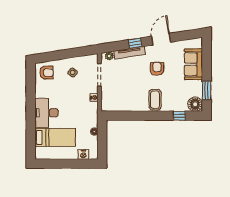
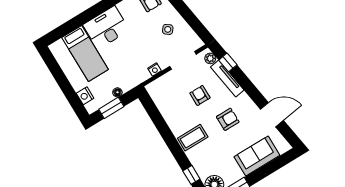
door: (161, 39) -> (272, 115), moved
window: (135, 43) -> (228, 62), moved
armchair: (130, 78) -> (200, 95), added
window: (102, 142) -> (111, 108), added

